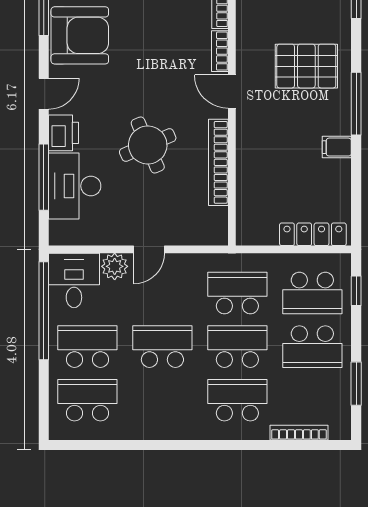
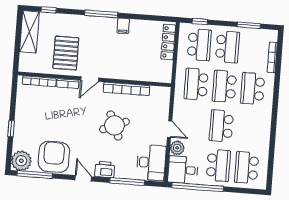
pallet: (306, 66) -> (66, 53), moved
desk: (75, 186) -> (151, 163), moved, turned -90
school desk: (87, 347) -> (218, 165), turned 180

